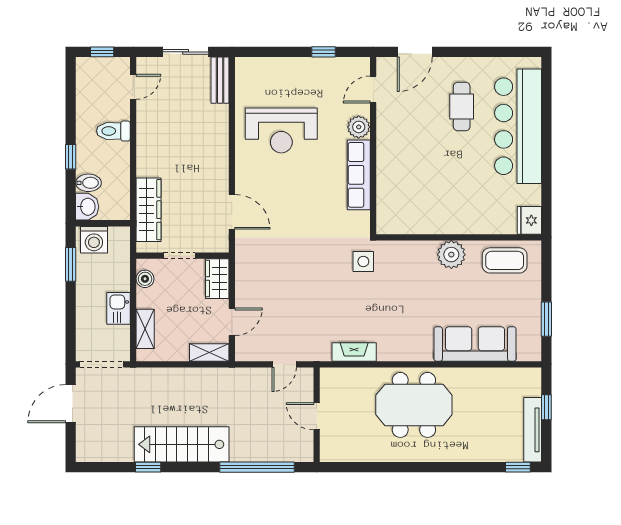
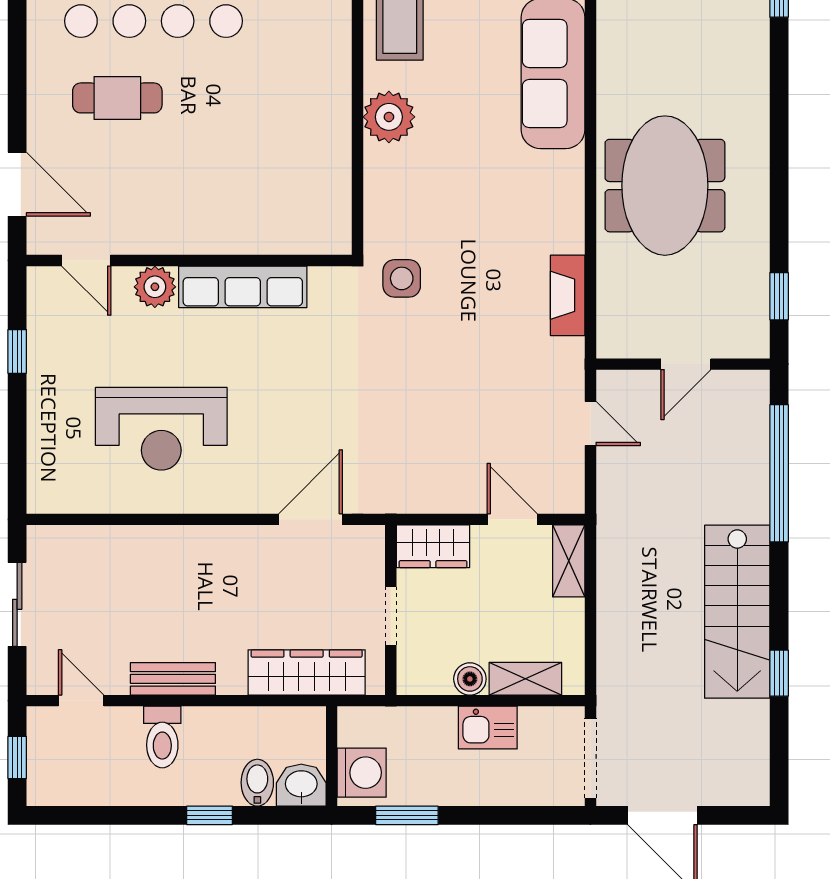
bench: (220, 80) -> (173, 679), moved
reception desk: (281, 130) -> (161, 429), turned 90
boiler: (145, 279) -> (470, 679), moved
window: (354, 467) -> (779, 296), added

